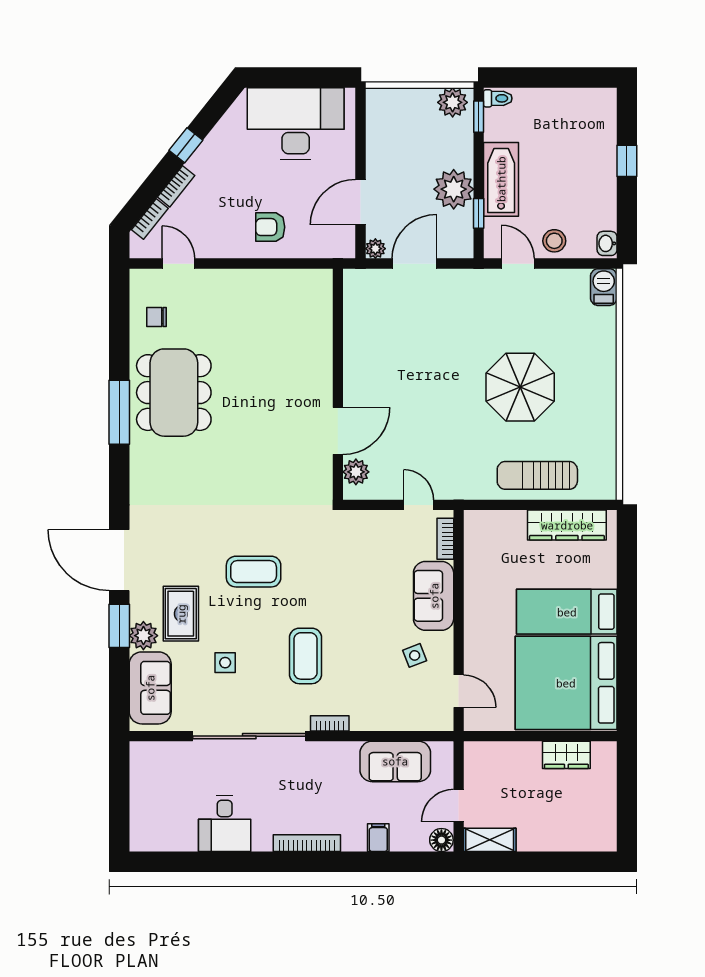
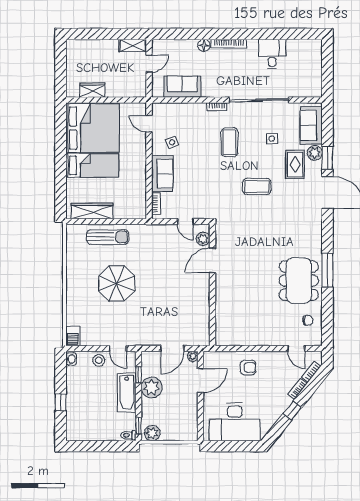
door: (419, 505) -> (185, 222), moved
filing cabinet: (378, 838) -> (191, 47), removed
floor lamp: (441, 840) -> (204, 45), moved

